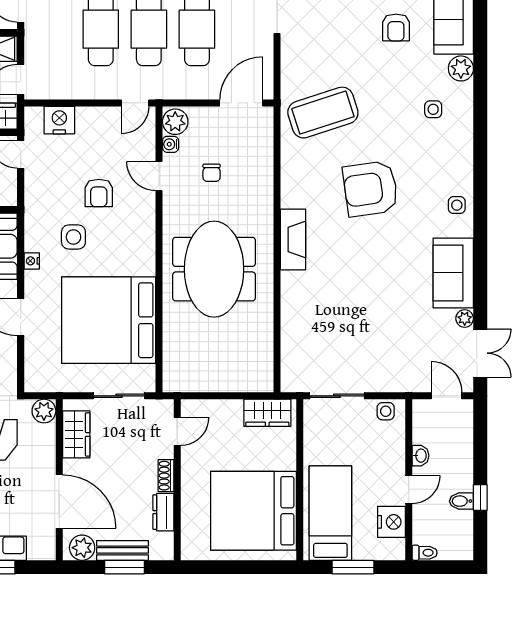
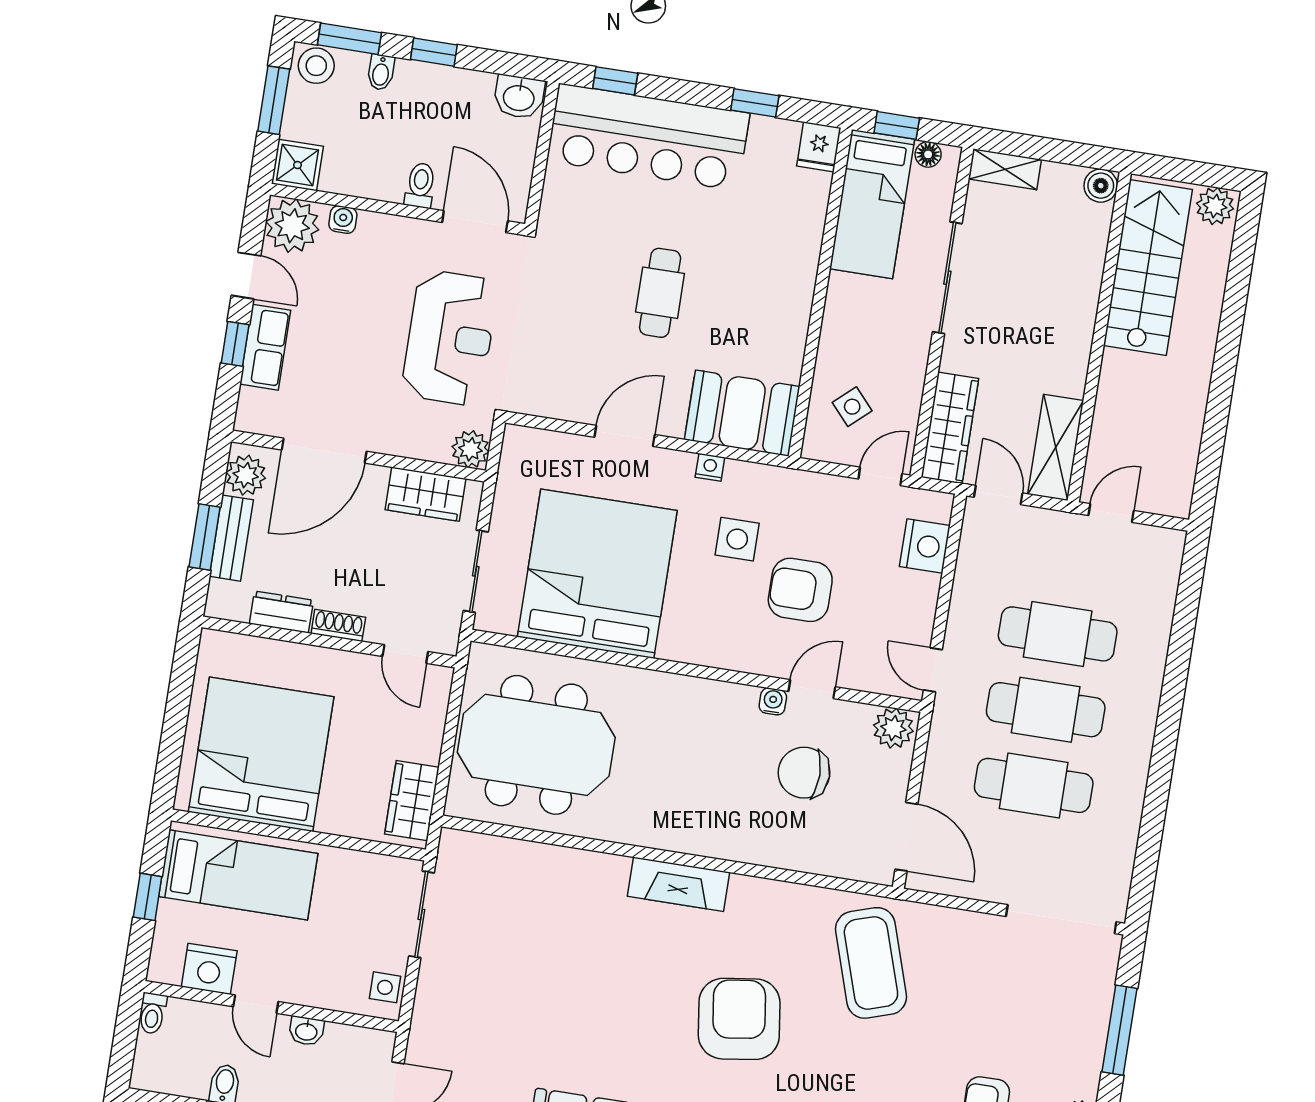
water cooler: (170, 144) -> (773, 701), moved
chair: (212, 173) -> (804, 773), width x1.87, depth x1.87
armchair: (99, 193) -> (800, 590), width x1.38, depth x1.38
meeting table: (214, 269) -> (536, 745), moved
window: (353, 567) -> (148, 897), width x0.67

